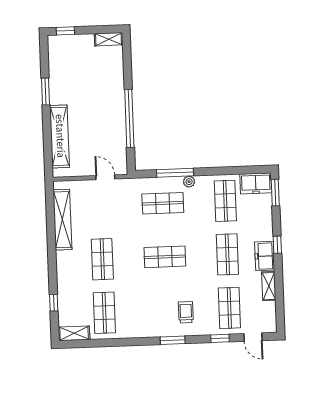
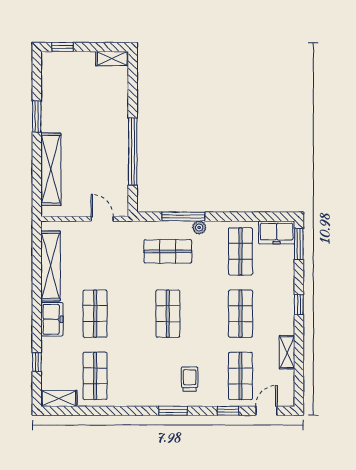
freezer: (265, 256) -> (52, 319), moved, turned 180
shop shelf: (165, 257) -> (168, 314), turned 90
door: (253, 337) -> (267, 411), swing flipped

